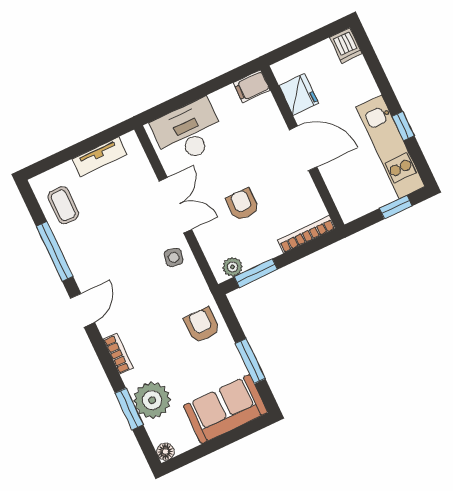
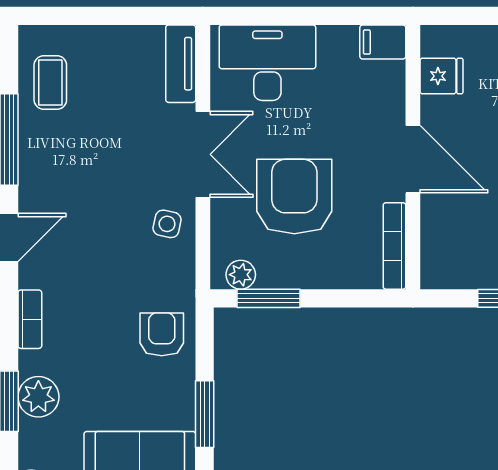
fridge: (299, 94) -> (441, 76), width x0.72
tv unit: (100, 157) -> (181, 64), moved, turned 90
armchair: (242, 205) -> (294, 197), width x1.88, depth x1.88
bookcase: (307, 234) -> (394, 246), moved, turned -90
plant: (152, 400) -> (38, 397), width x0.73, depth x0.73

